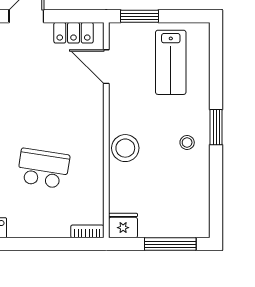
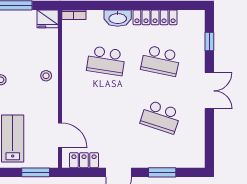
stool: (125, 148) -> (46, 76), width x0.53, depth x0.53
washbasin: (27, 227) -> (118, 18), added

